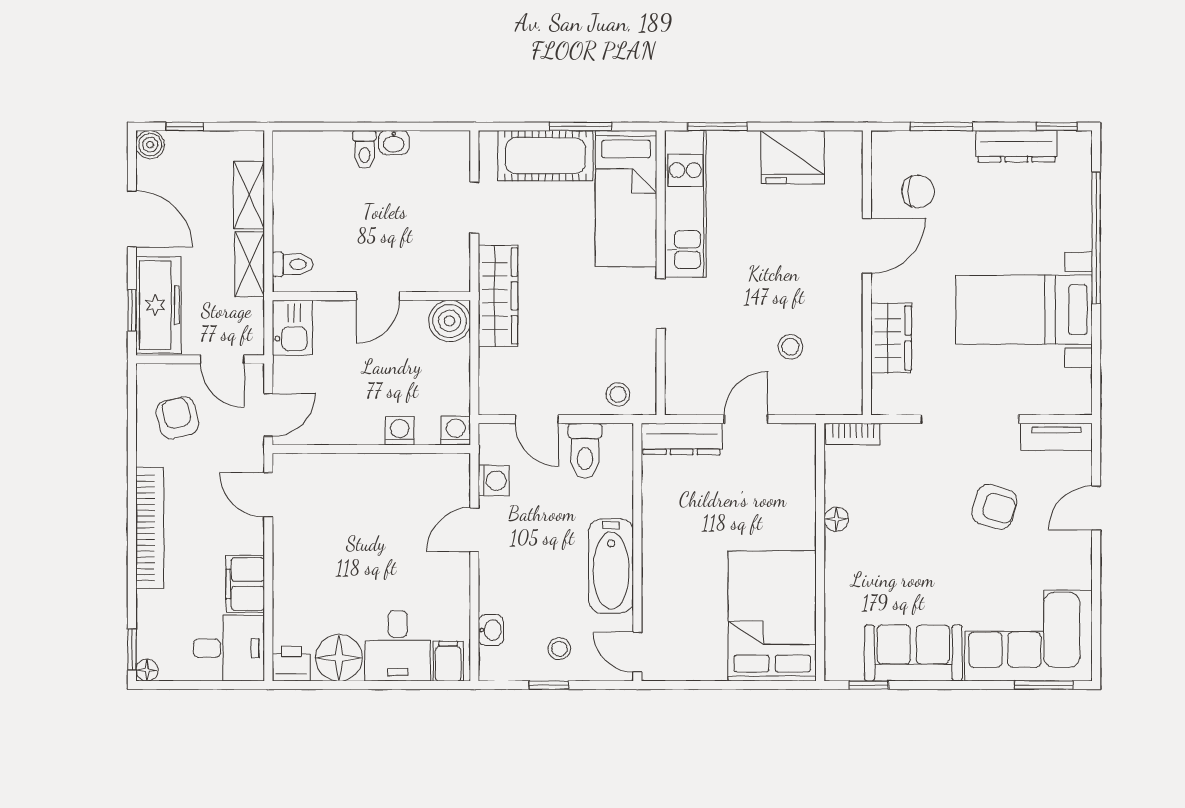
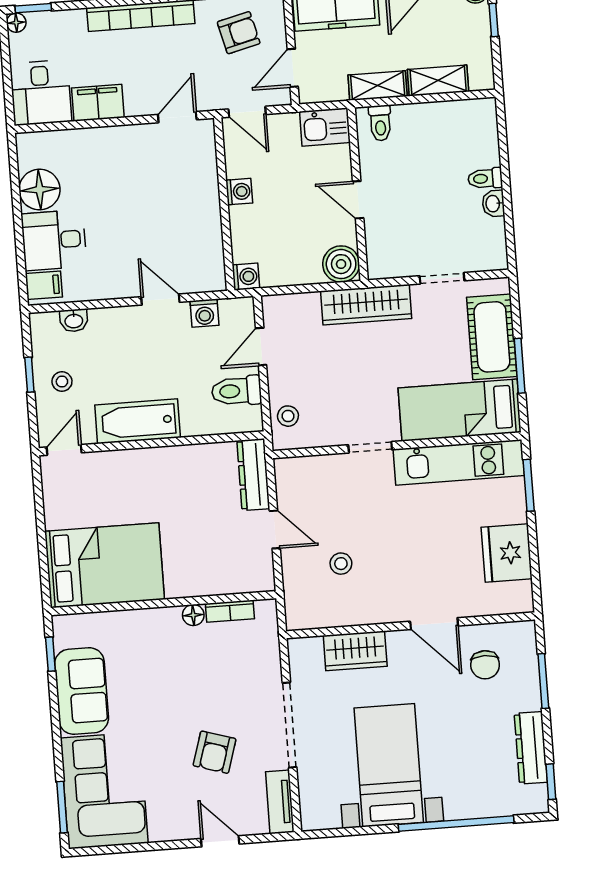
washing machine: (400, 431) -> (239, 192), moved
bookcase: (853, 434) -> (230, 611), moved, turned -90
printer: (291, 664) -> (31, 148), removed

